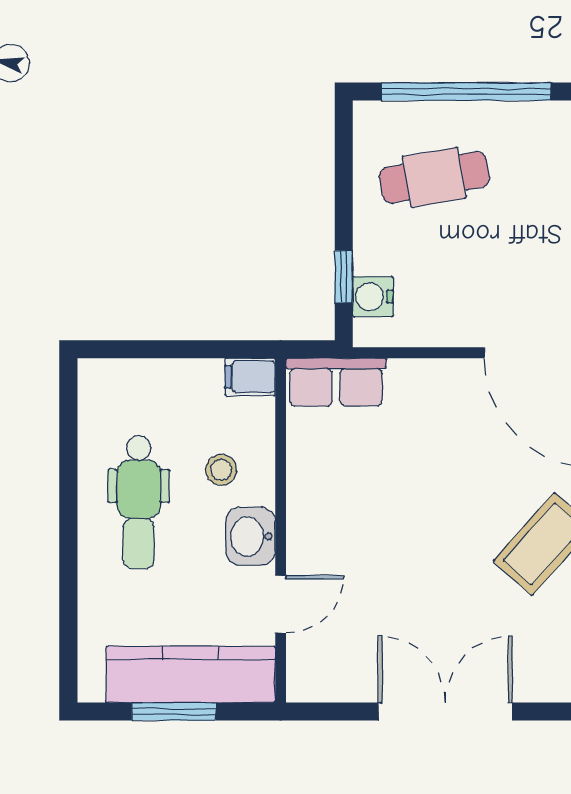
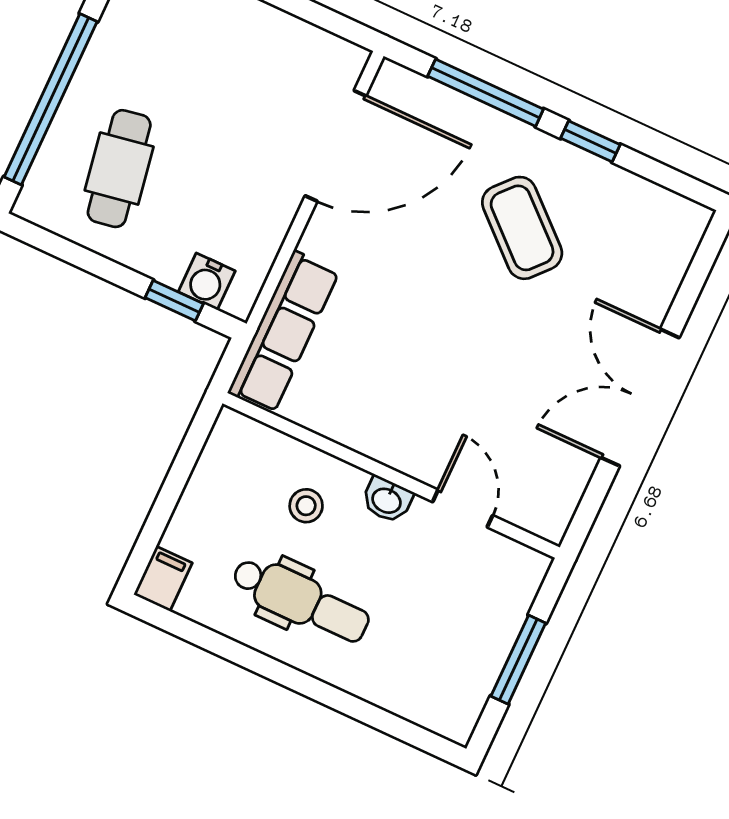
filing cabinet: (250, 377) -> (163, 579), moved, turned 180
row of seats: (336, 382) -> (284, 332), width x1.48
washbasin: (251, 536) -> (387, 500), width x0.72, depth x0.69
kitchen counter: (191, 674) -> (490, 627), removed

